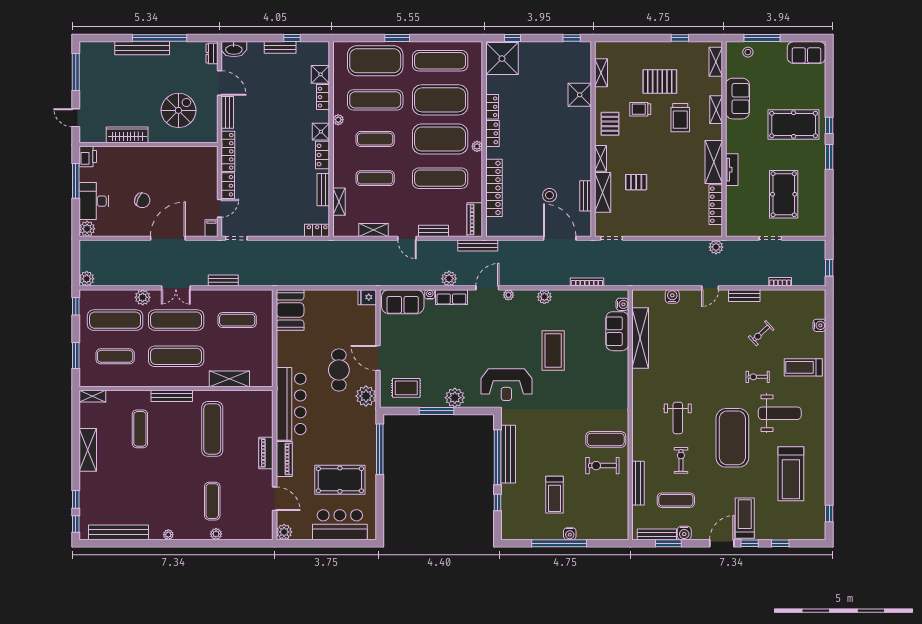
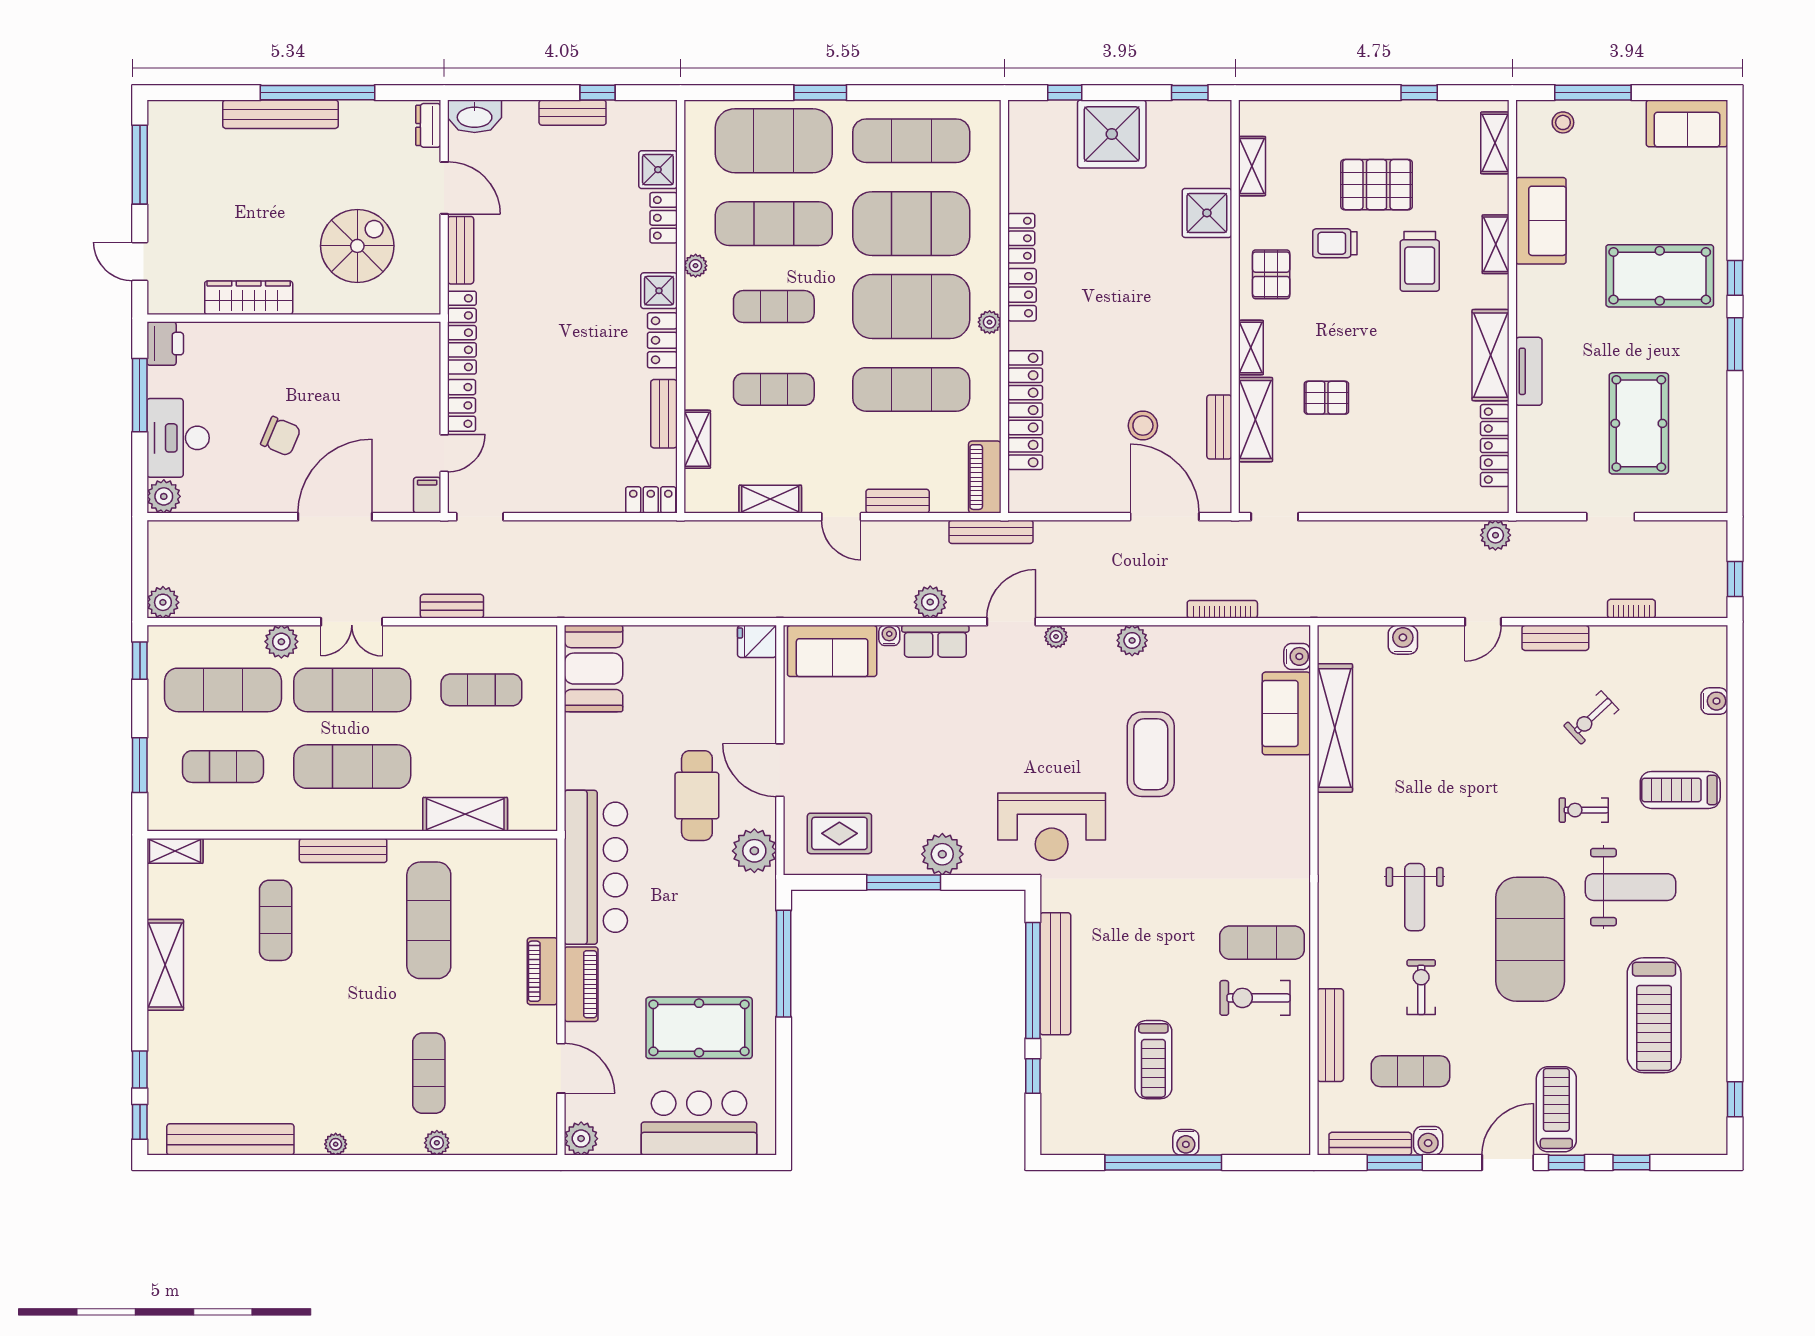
shower: (502, 59) -> (1112, 134), moved

